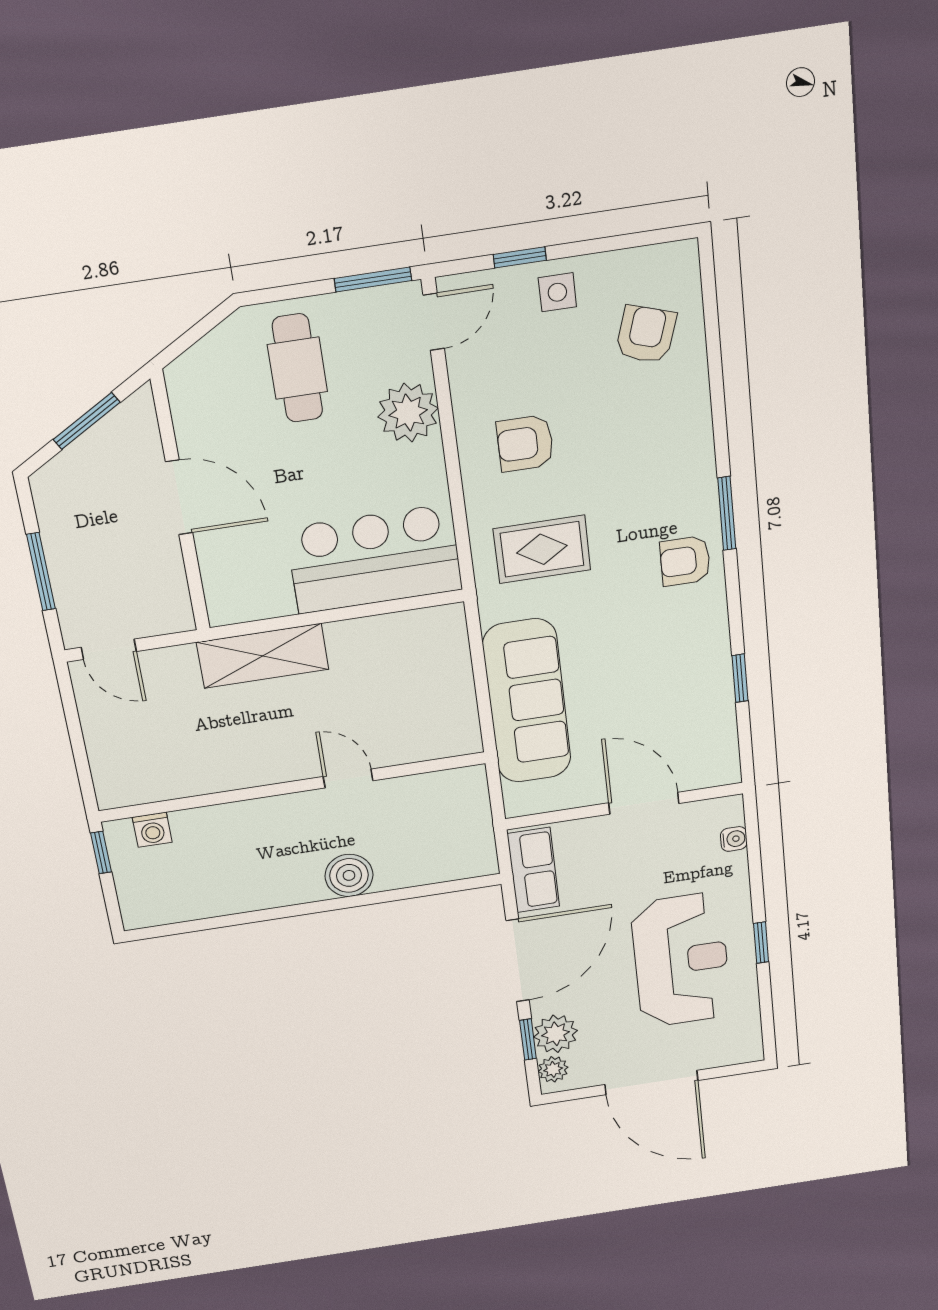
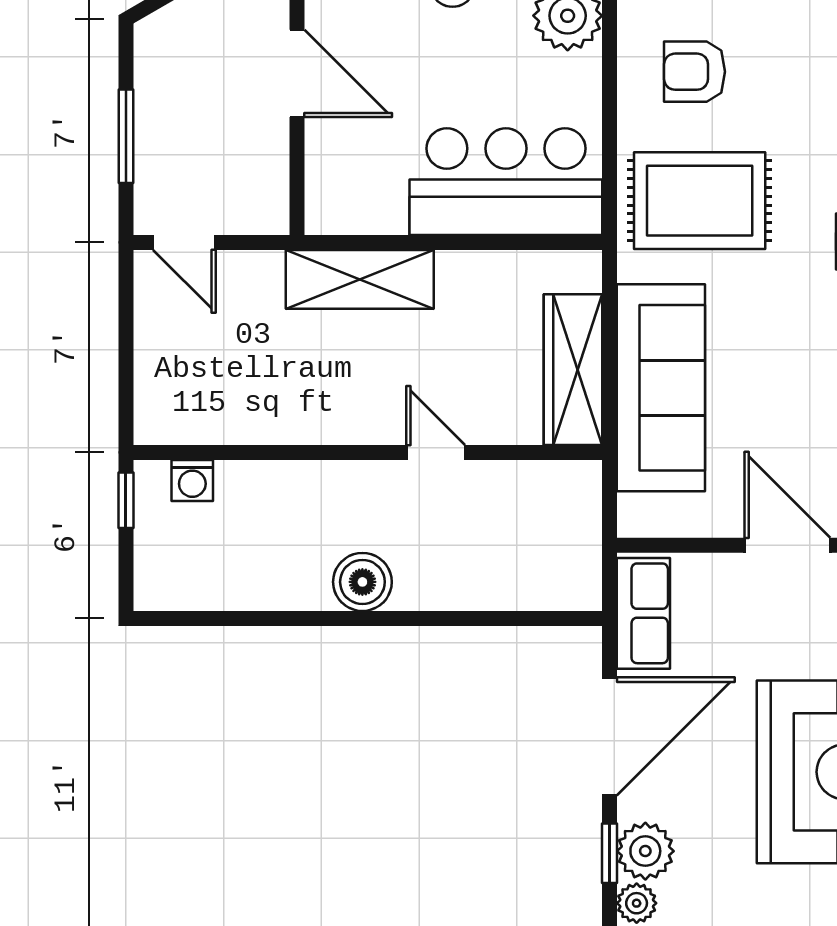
rug: (542, 549) -> (700, 201), width x1.36, depth x1.43
wardrobe: (452, 699) -> (573, 370), added
boiler: (349, 875) -> (362, 582), moved

